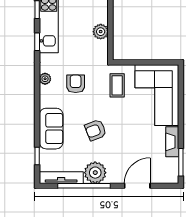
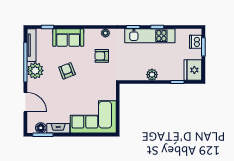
plant: (101, 32) -> (152, 75), moved
armchair: (76, 84) -> (102, 56), turned 180
coffee table: (117, 85) -> (101, 87), removed
floor lamp: (172, 165) -> (41, 128), added

